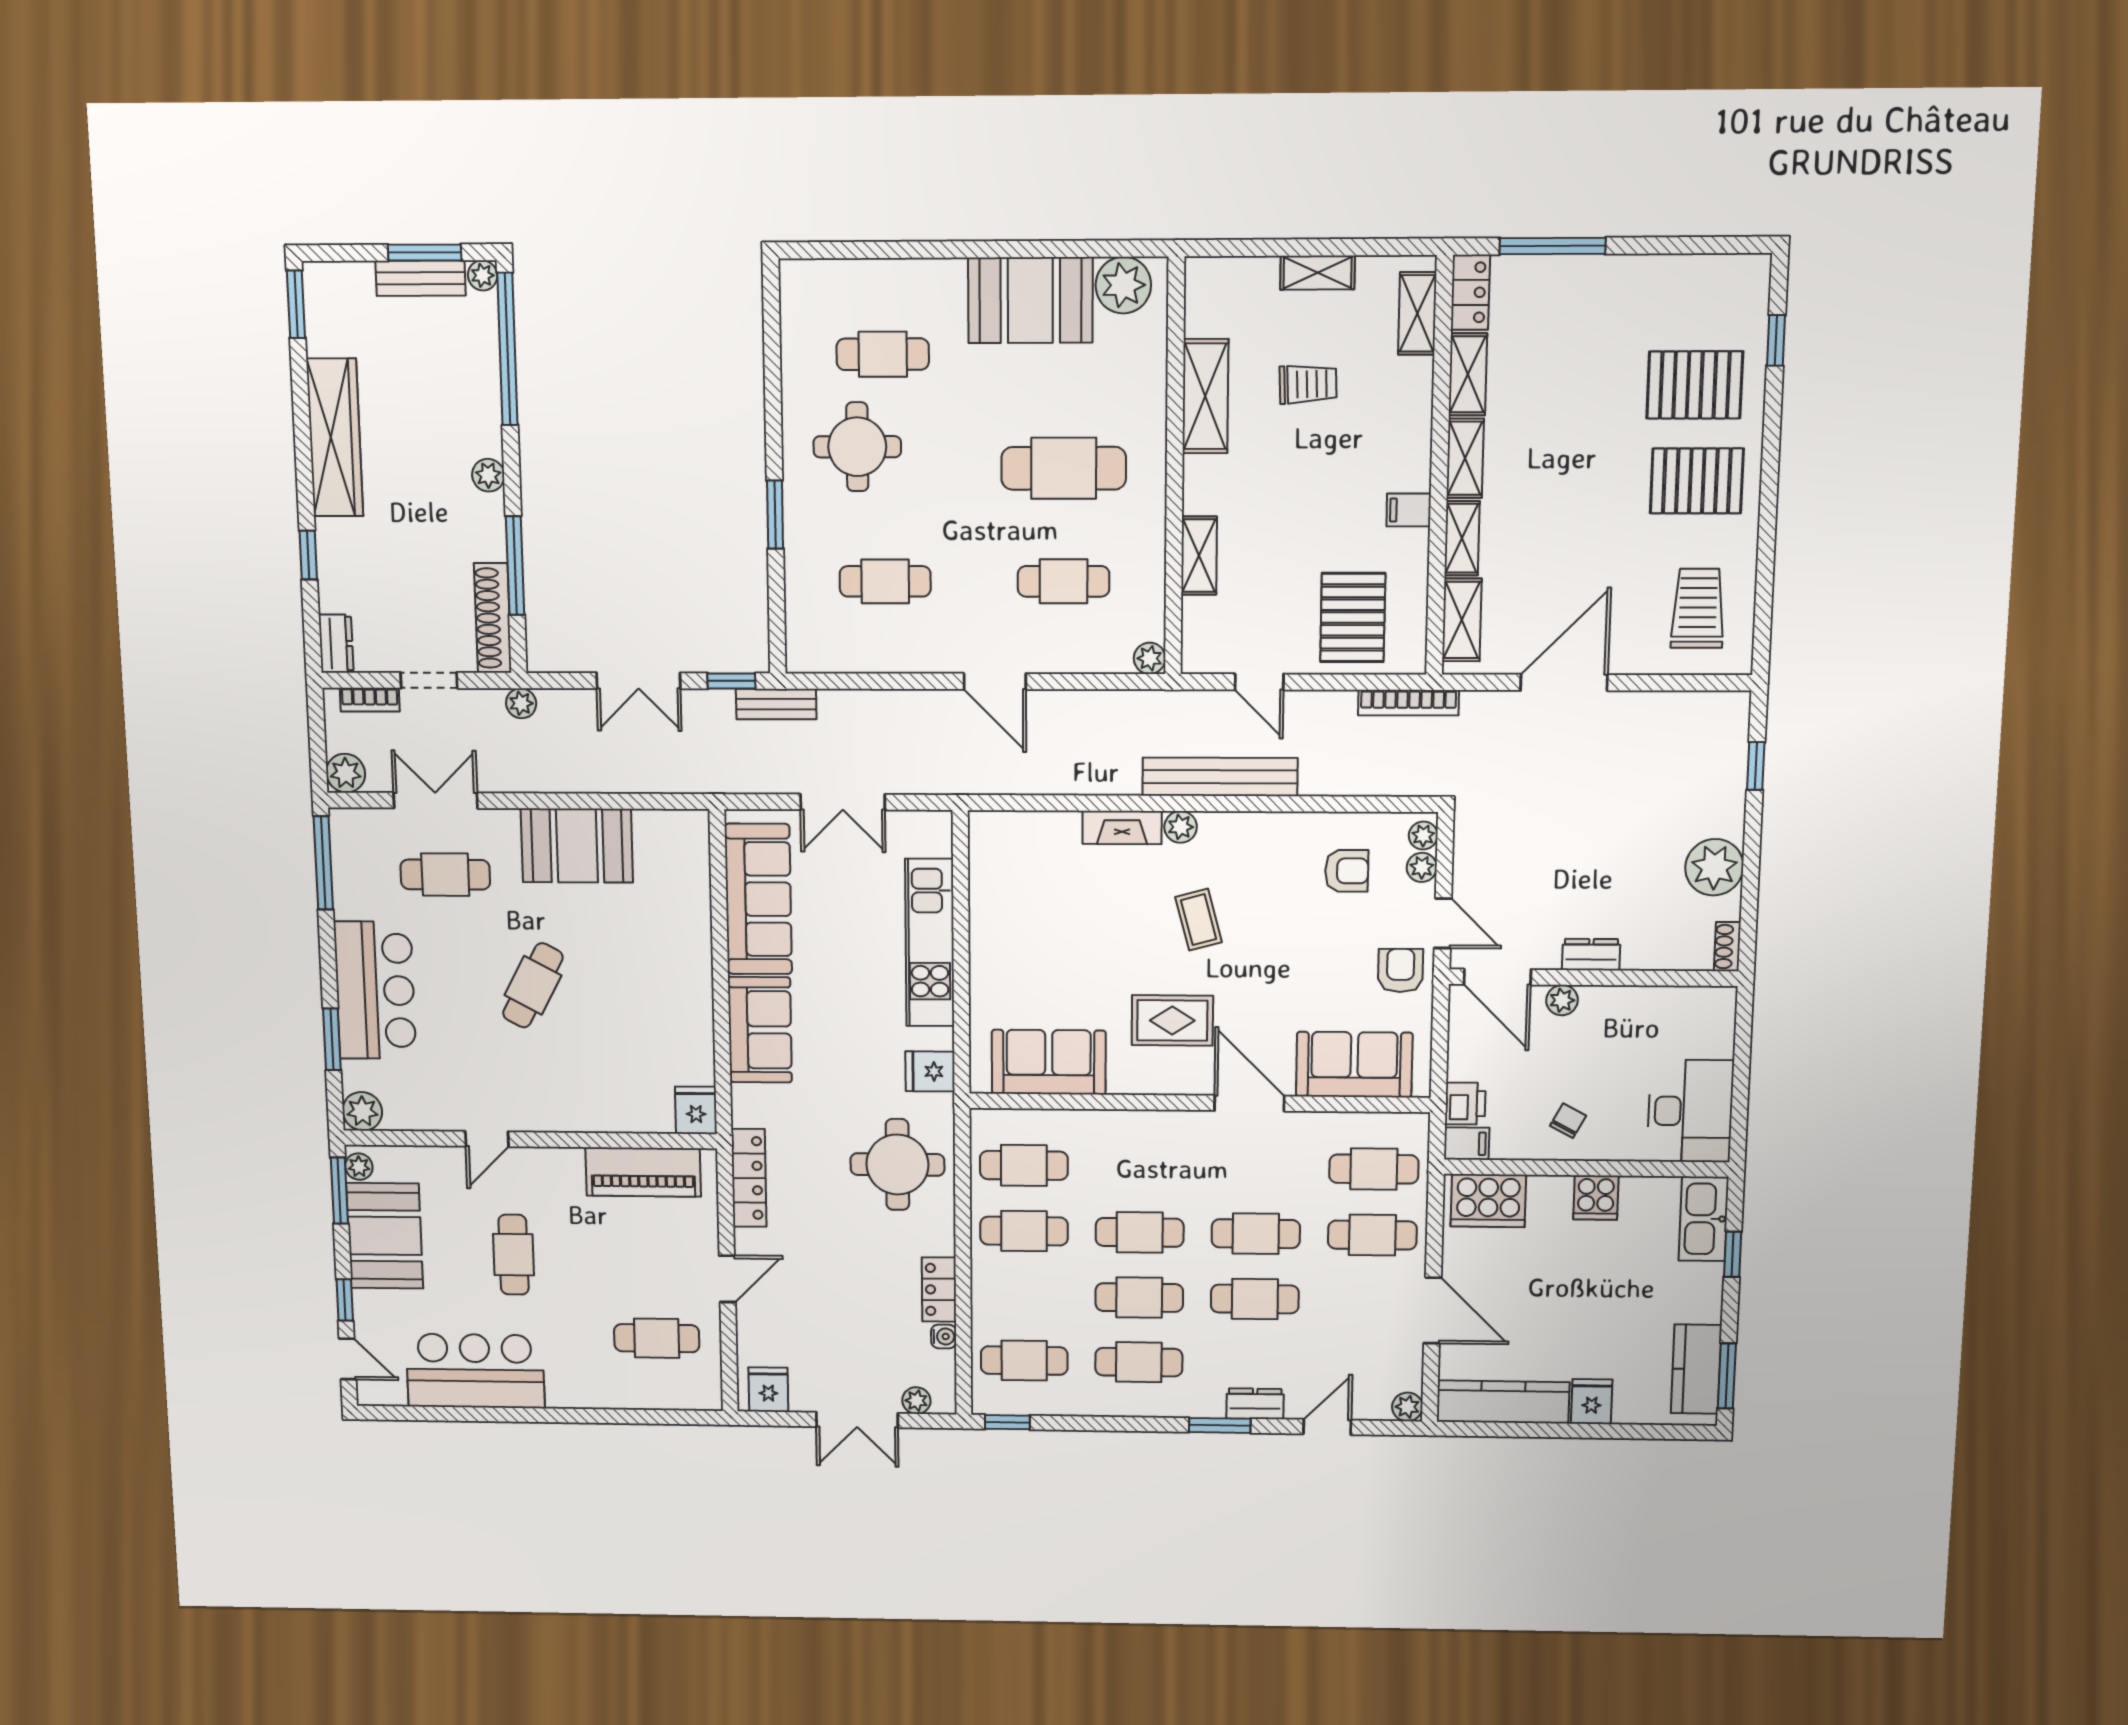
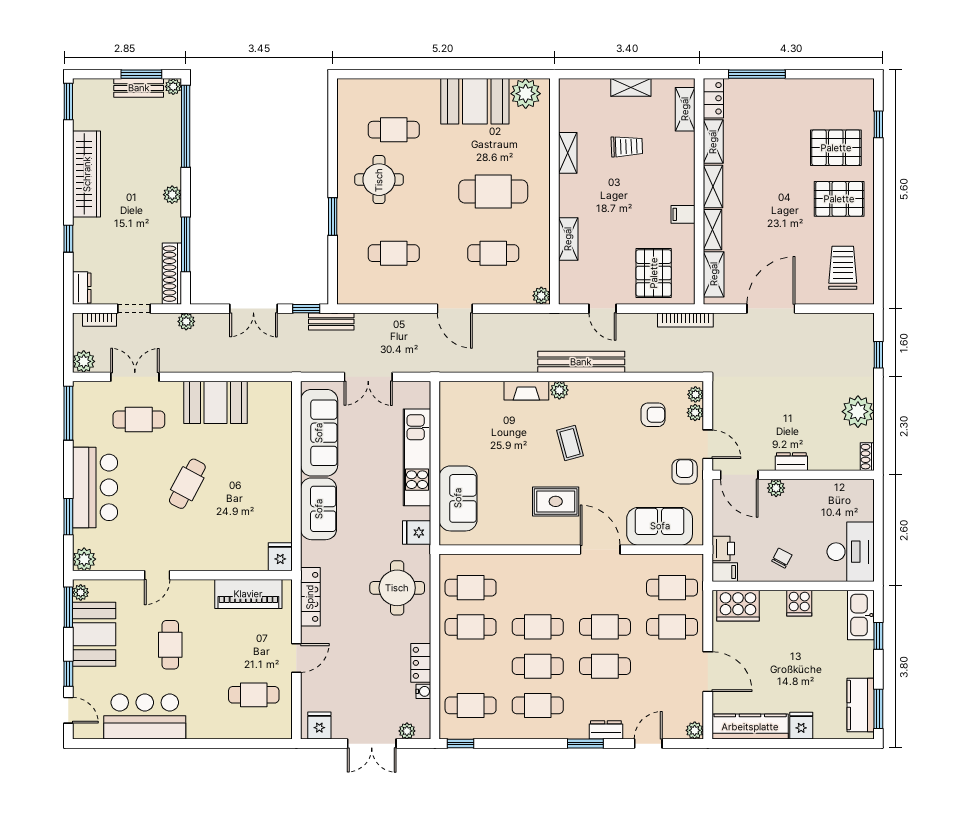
shelving: (1205, 396) -> (568, 153), width x0.67, depth x0.75
sofa: (1049, 1062) -> (458, 498), moved, turned 90

